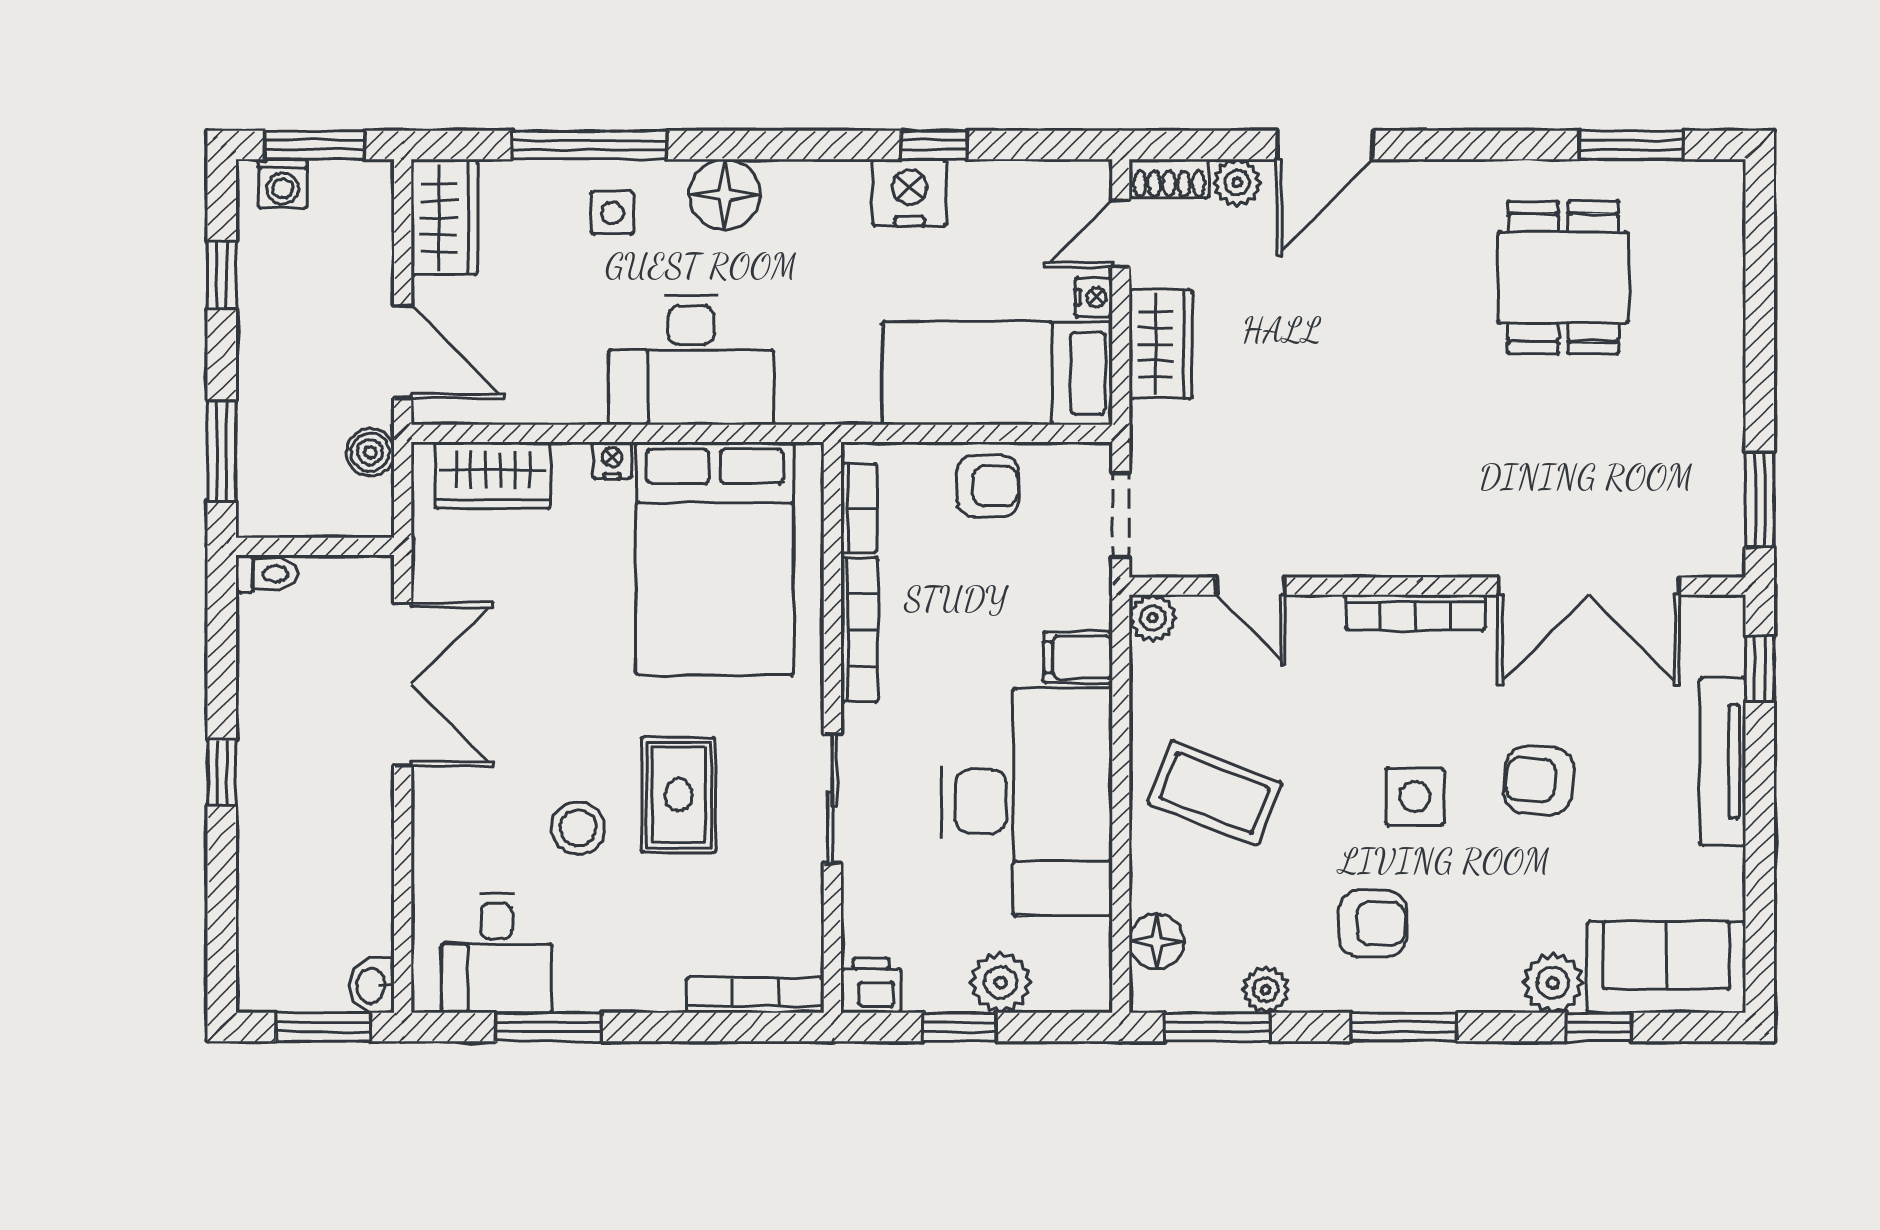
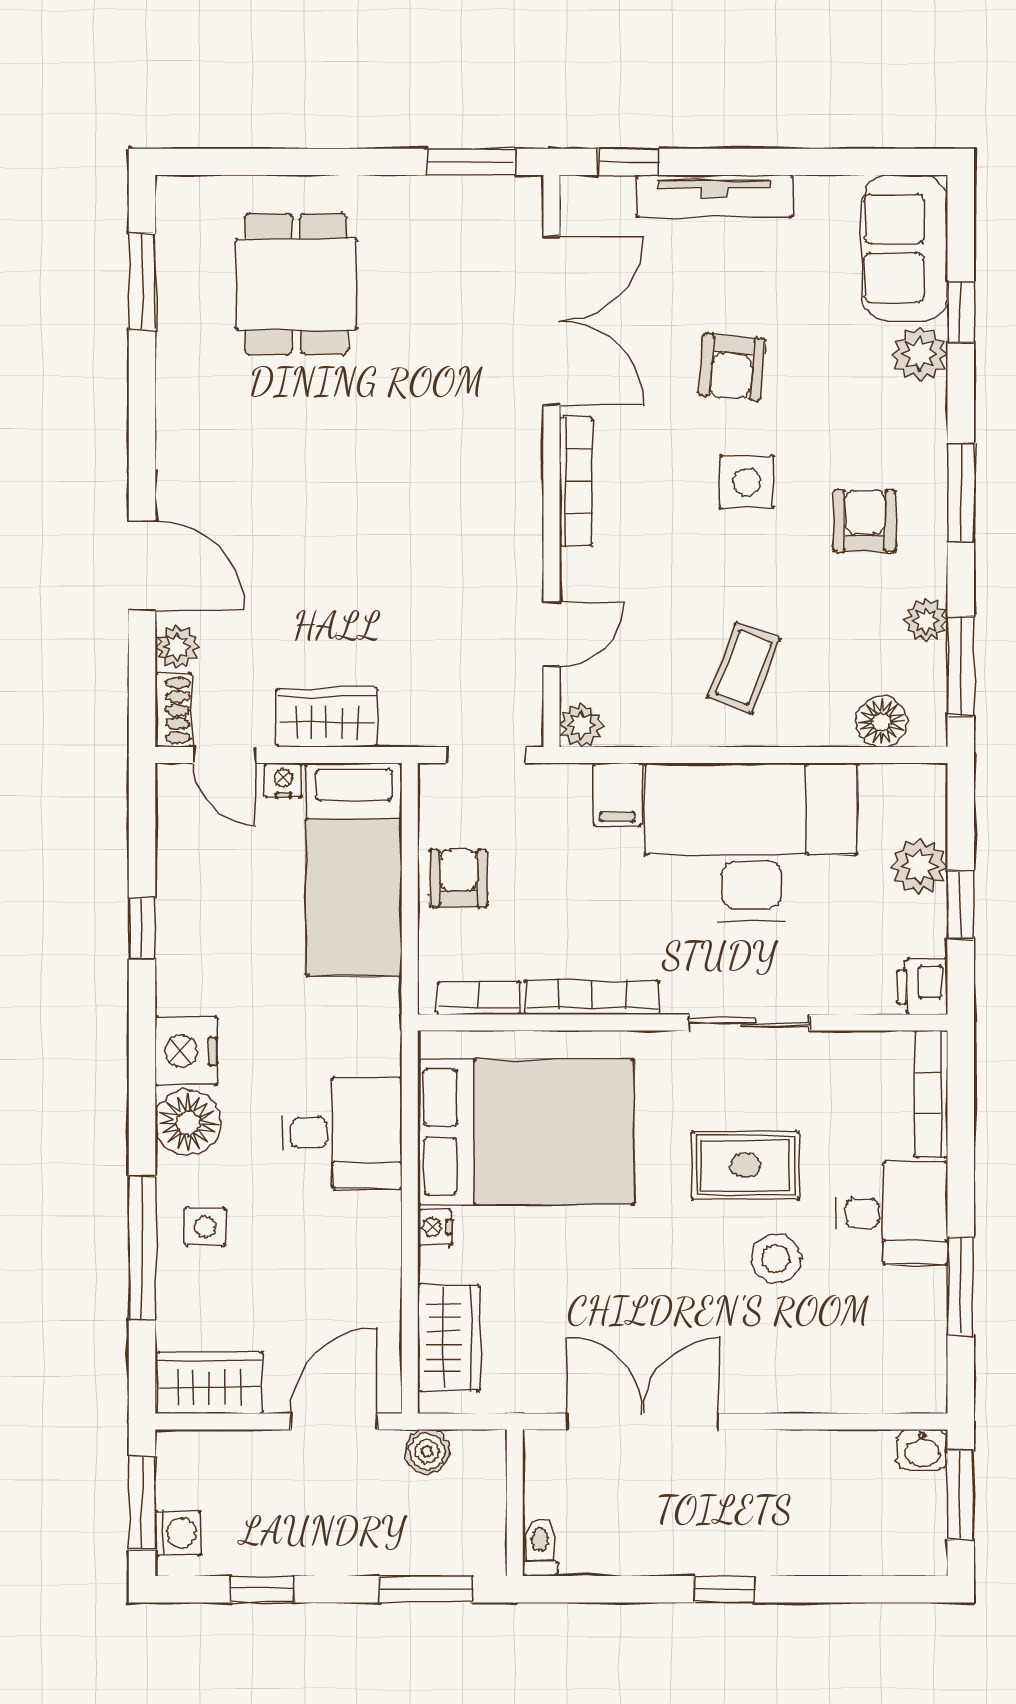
nightstand: (910, 192) -> (186, 1051), moved
dining table: (1563, 278) -> (296, 284), moved, turned 90
desk: (691, 360) -> (342, 1133), width x0.73
coffee table: (1214, 793) -> (744, 668), width x0.73, depth x0.77
desk: (497, 953) -> (892, 1213), moved

